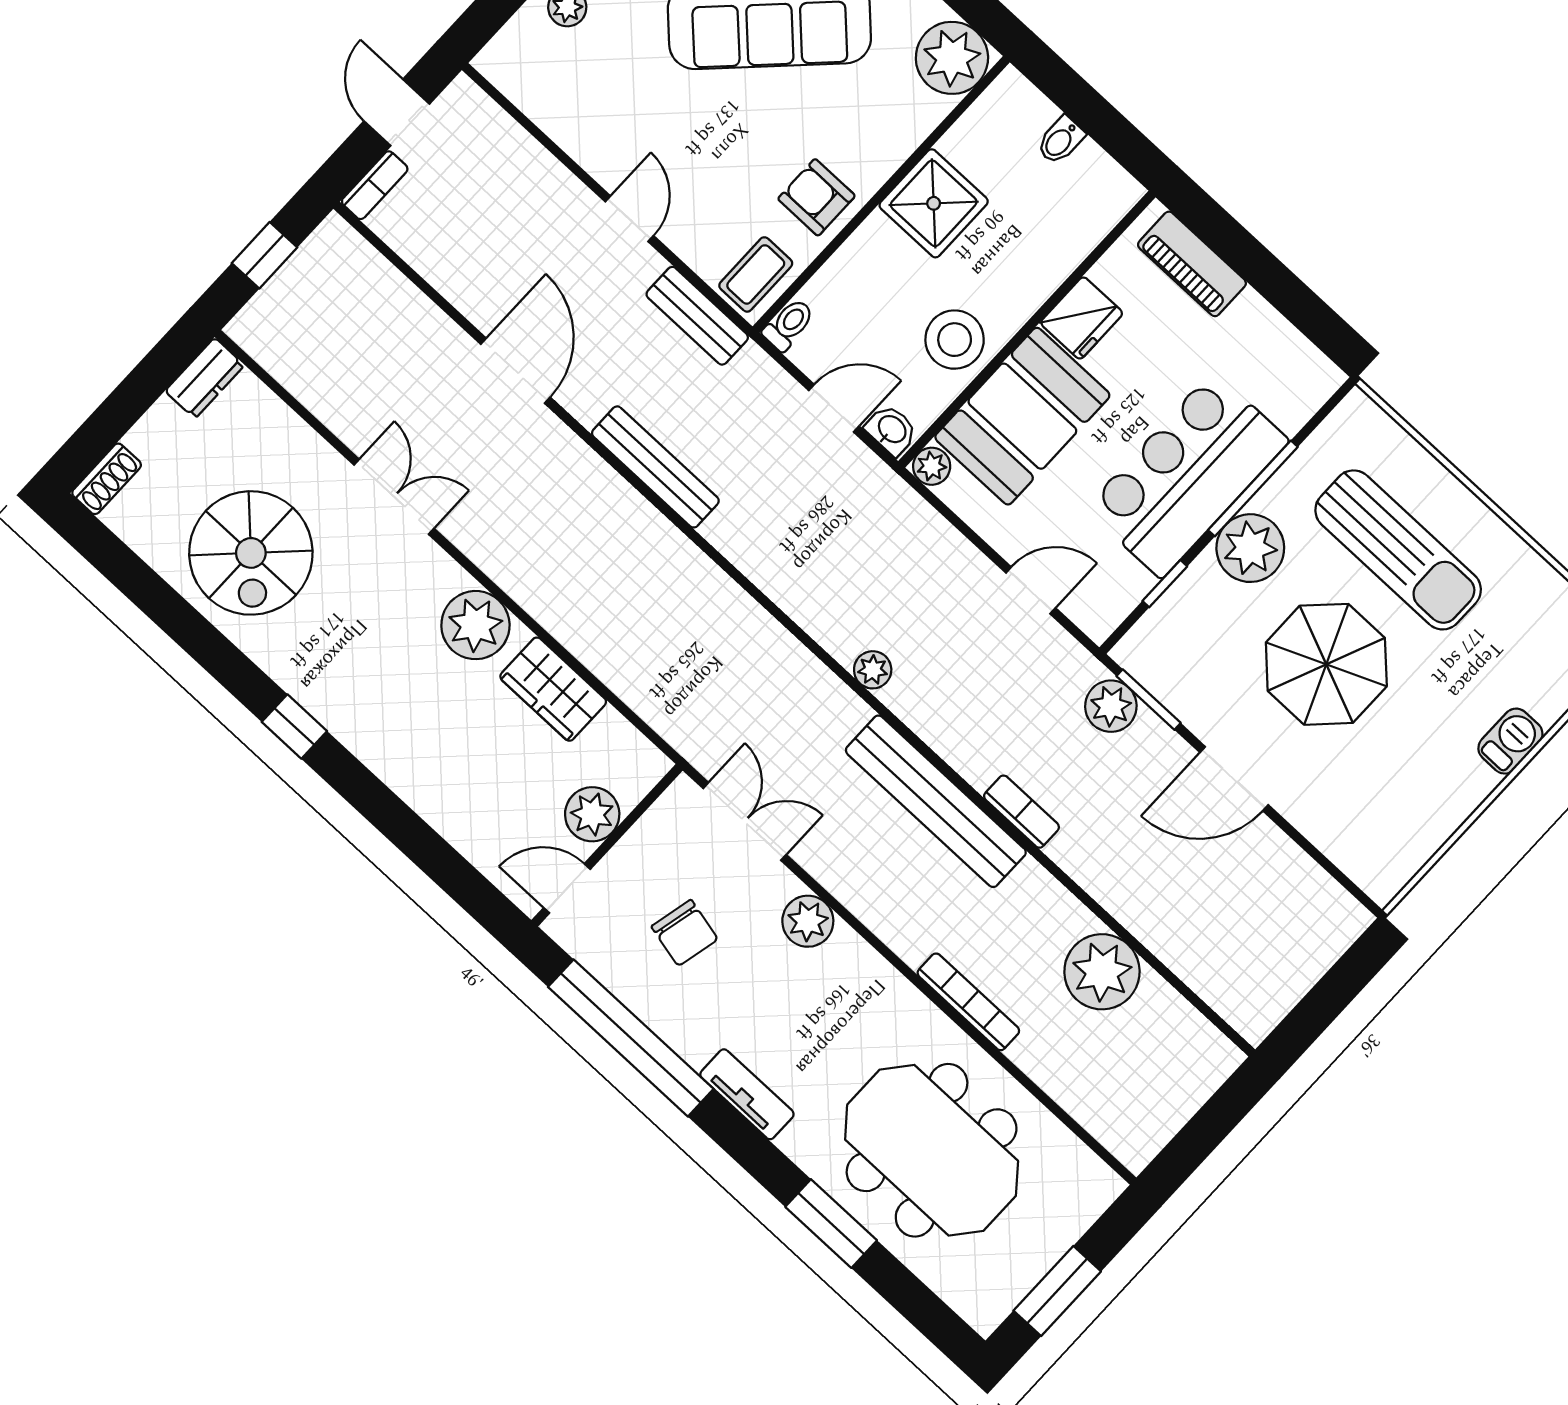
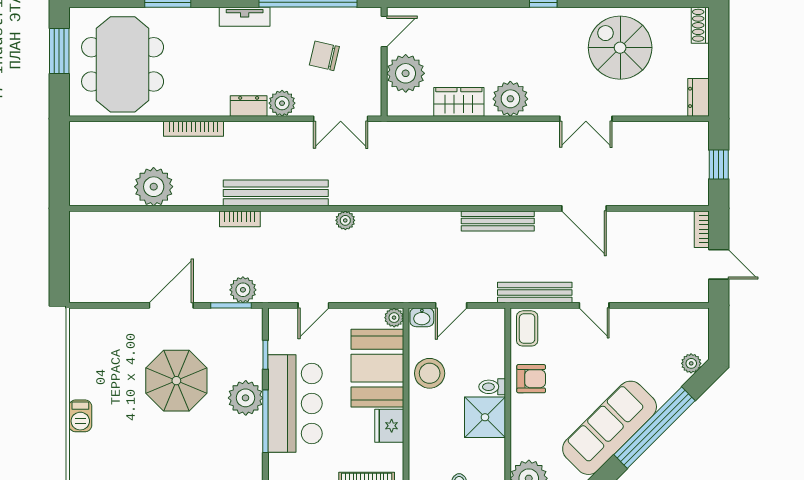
bench: (697, 316) -> (535, 293), width x1.36
toilet: (789, 325) -> (492, 387), moved, turned 90
sun lounger: (1398, 550) -> (189, 449), removed
plant: (592, 814) -> (406, 73), width x1.36, depth x1.36
dresser: (859, 961) -> (249, 106), added
meeting table: (932, 1150) -> (123, 64), moved, turned 90

